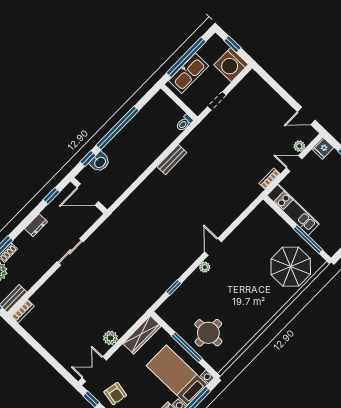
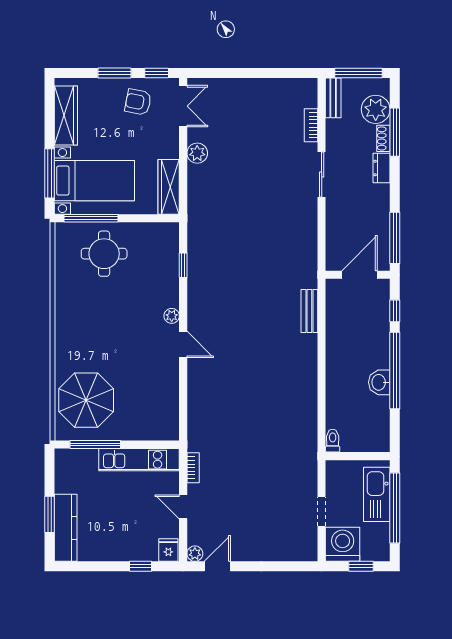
doorway: (217, 101) -> (322, 512), moved
plant: (299, 146) -> (195, 554), moved
bench: (172, 160) -> (309, 311), moved
washbasin: (100, 162) -> (379, 382), moved
door: (294, 163) -> (183, 507), swing flipped
window: (51, 196) -> (395, 238), width x2.17
dresser: (36, 225) -> (382, 168), moved
sliding door: (70, 252) -> (322, 175), moved
bookcase: (23, 311) -> (311, 125), moved
window: (187, 347) -> (91, 218), moved

